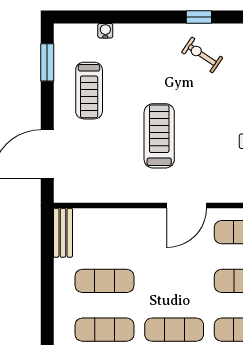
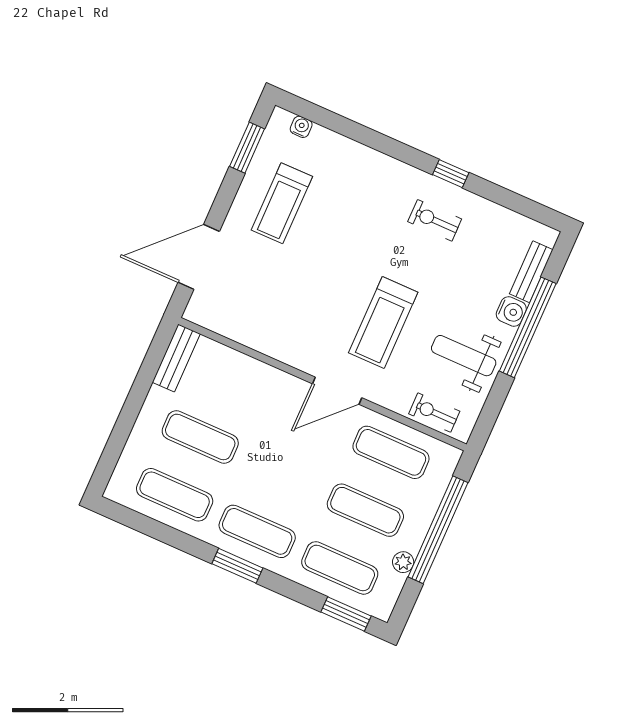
water cooler: (105, 31) -> (301, 127), moved
exercise bike: (202, 55) -> (435, 220), turned -34
treadmill: (159, 136) -> (383, 323), moved, turned 180

